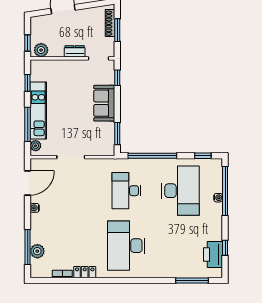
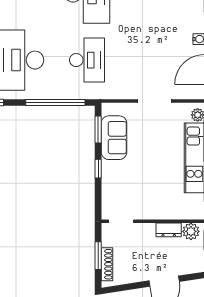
dresser: (75, 51) -> (169, 230), moved
window: (117, 78) -> (98, 169), moved
sofa: (104, 103) -> (114, 138), moved

